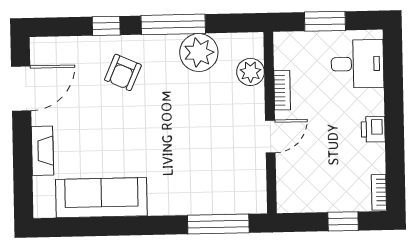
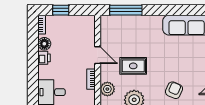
rug: (202, 117) -> (133, 66), added
door: (270, 136) -> (98, 55), swing flipped
floor lamp: (373, 156) -> (44, 44), added

